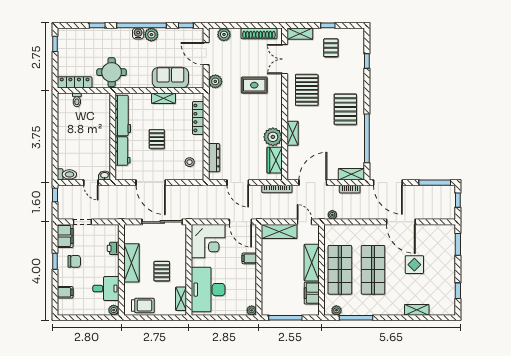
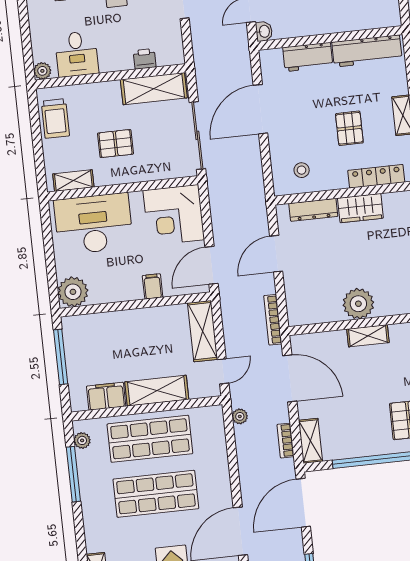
pallet: (157, 139) -> (349, 128), moved, turned 90
wardrobe: (275, 160) -> (360, 208), moved, turned 180
shelving: (131, 263) -> (154, 89), moved
plant: (252, 310) -> (73, 292), width x1.88, depth x1.88

